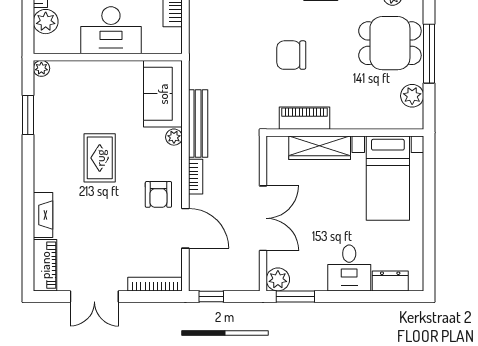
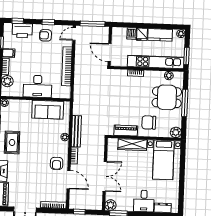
chair: (291, 55) -> (149, 123), moved
sofa: (163, 94) -> (48, 110), moved, turned -90
plant: (412, 96) -> (176, 132), moved
rug: (100, 158) -> (12, 142), moved

